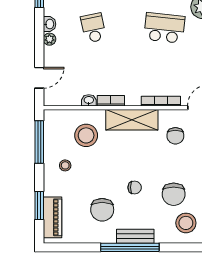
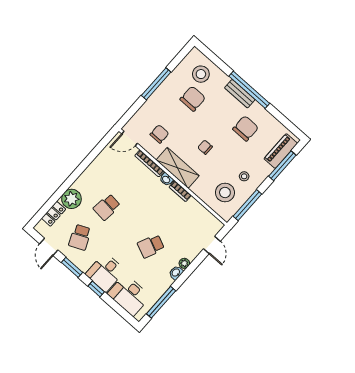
school desk: (93, 28) -> (151, 246), turned 36
school desk: (164, 28) -> (107, 207), width x0.54
door: (39, 78) -> (212, 245), swing flipped
washbasin: (89, 100) -> (166, 179), moved
stool: (86, 135) -> (225, 192), moved
chair: (135, 187) -> (205, 147), moved
window: (39, 206) -> (282, 166), width x1.44

